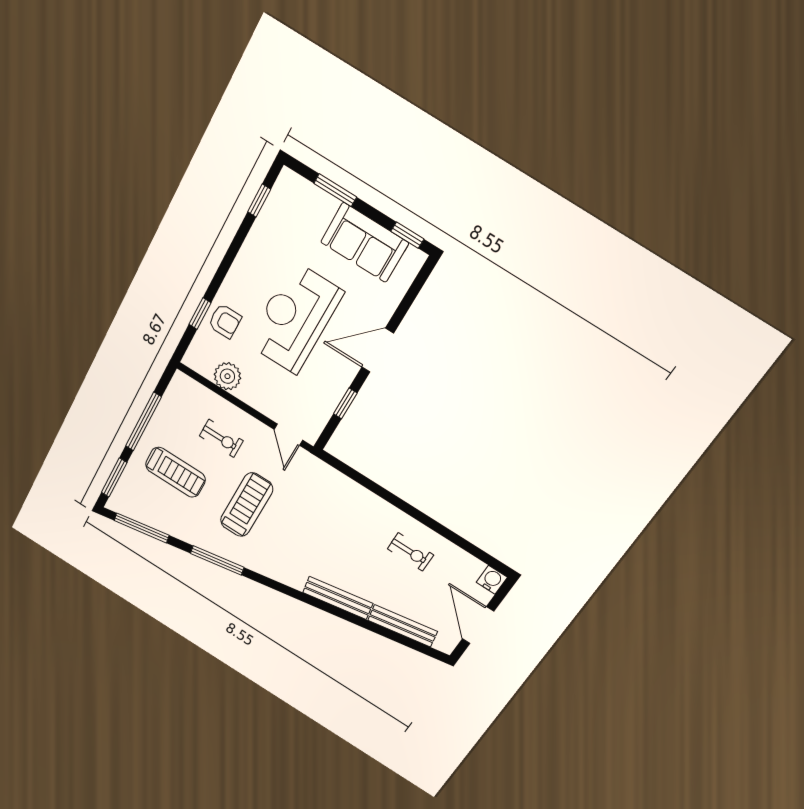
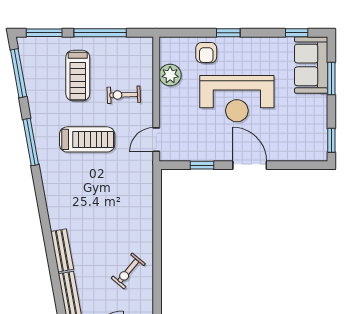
sofa: (365, 243) -> (311, 65), moved
window: (200, 314) -> (228, 33), moved
reception desk: (295, 318) -> (237, 99), turned 180
exercise bike: (221, 438) -> (124, 95), turned 88
exercise bike: (410, 552) -> (128, 271), turned 40
bench: (338, 598) -> (62, 250), width x0.73

